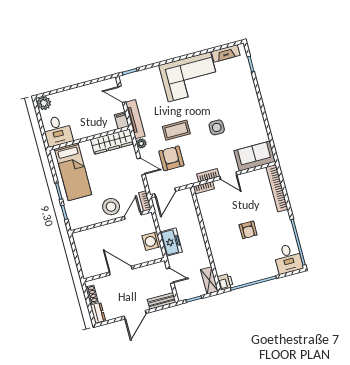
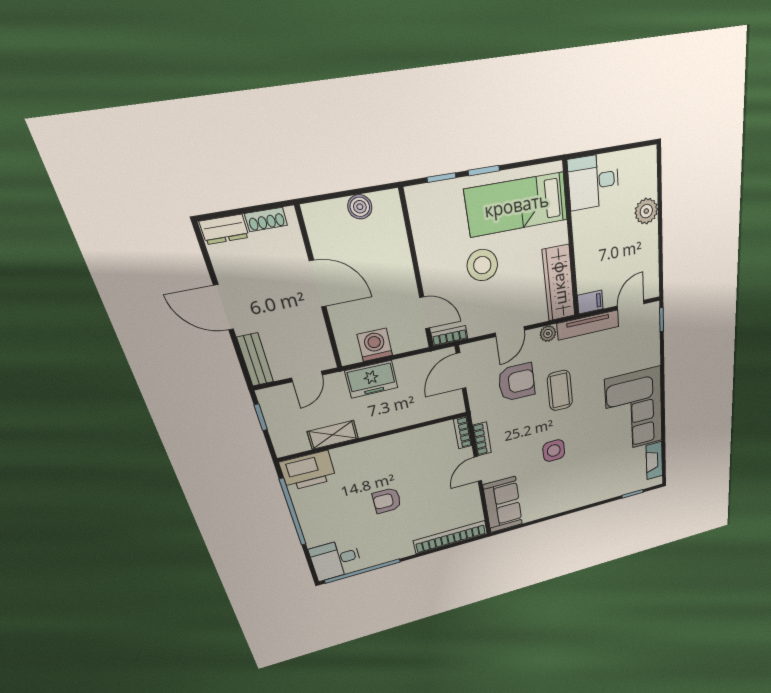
plant: (44, 103) -> (646, 211), moved
door: (165, 192) -> (461, 371), hinge flipped
stool: (111, 207) -> (482, 265), moved
boiler: (82, 251) -> (360, 207), added
door: (121, 271) -> (318, 284), hinge flipped
shelving: (209, 280) -> (333, 435), moved
printer: (225, 282) -> (308, 471), width x1.87, depth x1.48

